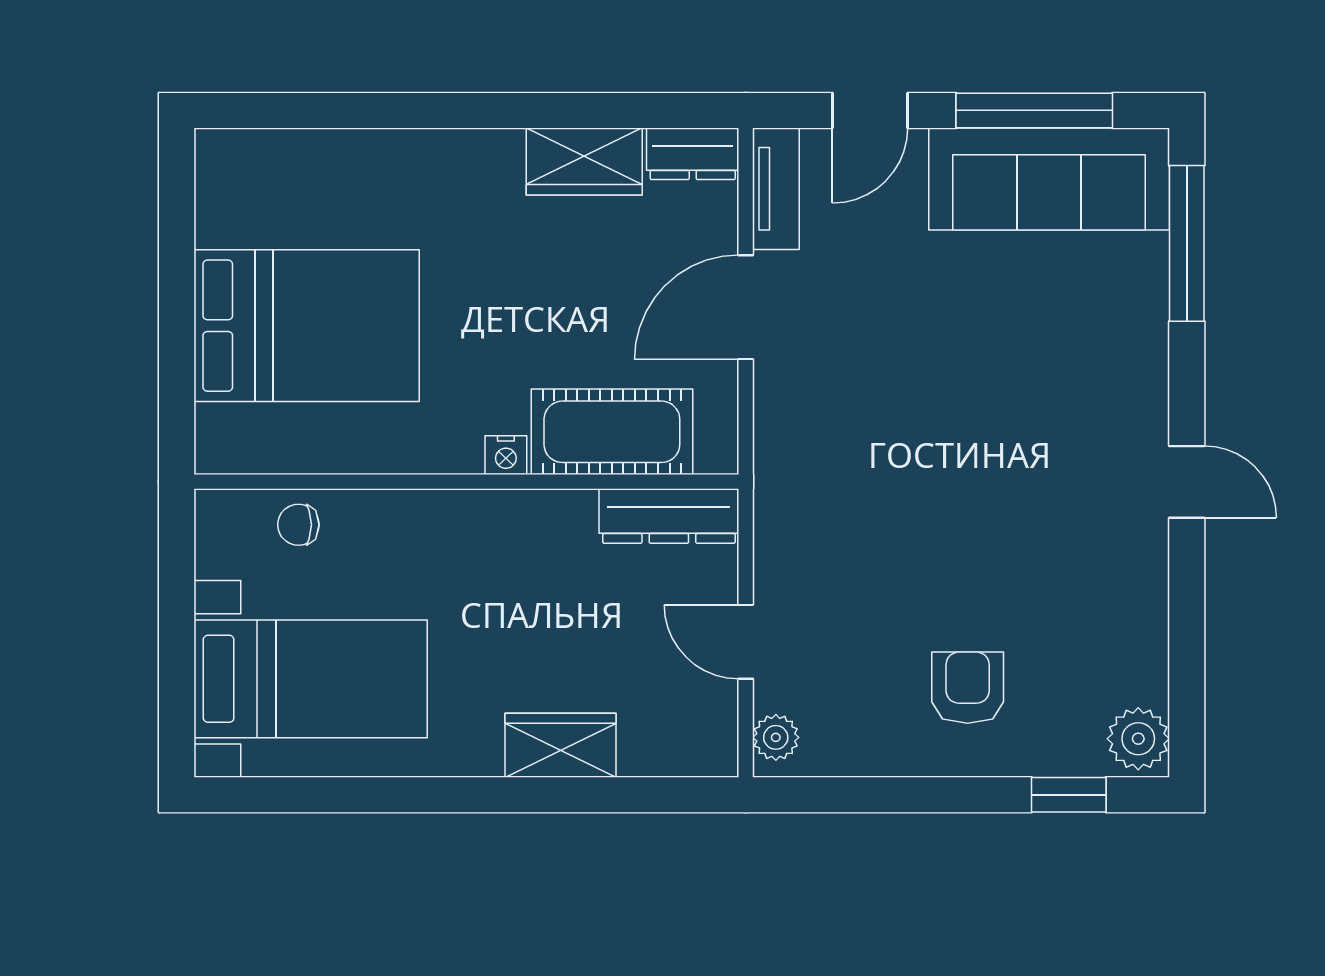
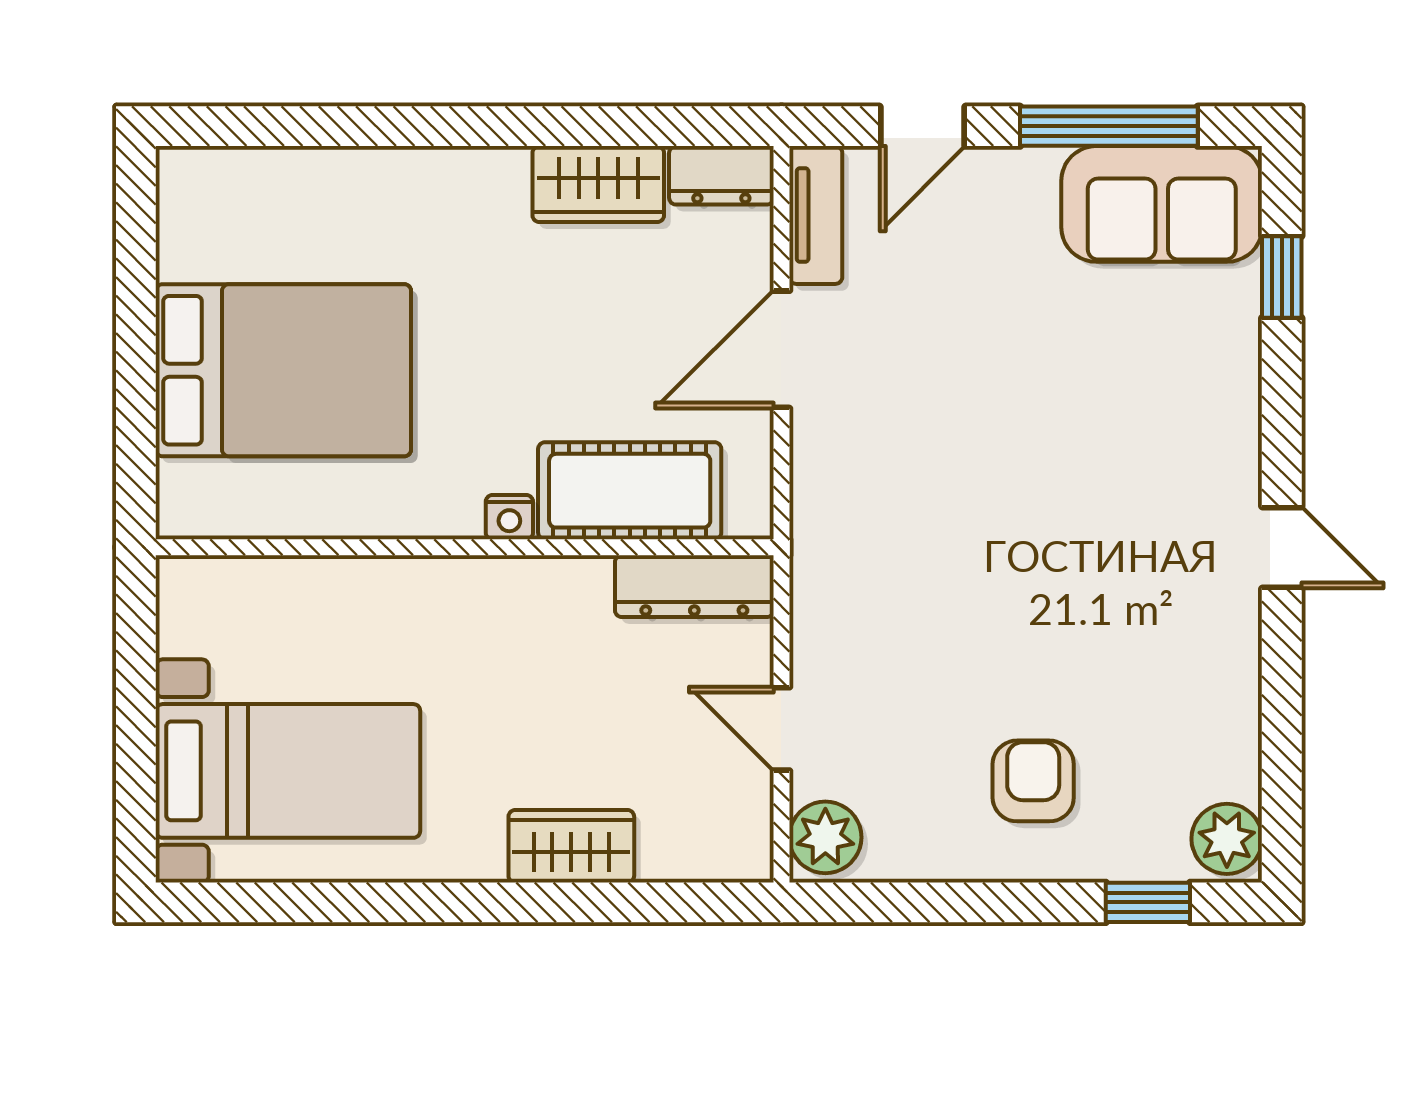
sofa: (1049, 179) -> (1162, 204), width x0.73
window: (1187, 243) -> (1282, 277), width x0.46
chair: (298, 525) -> (274, 596), removed
plant: (776, 737) -> (825, 837), width x1.38, depth x1.38

